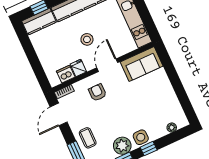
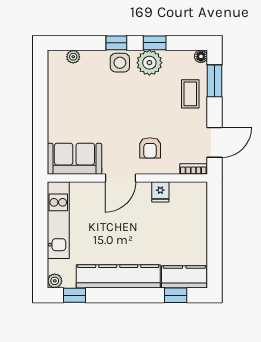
stool: (87, 39) -> (132, 224), removed
dishwasher: (66, 74) -> (181, 191), removed

